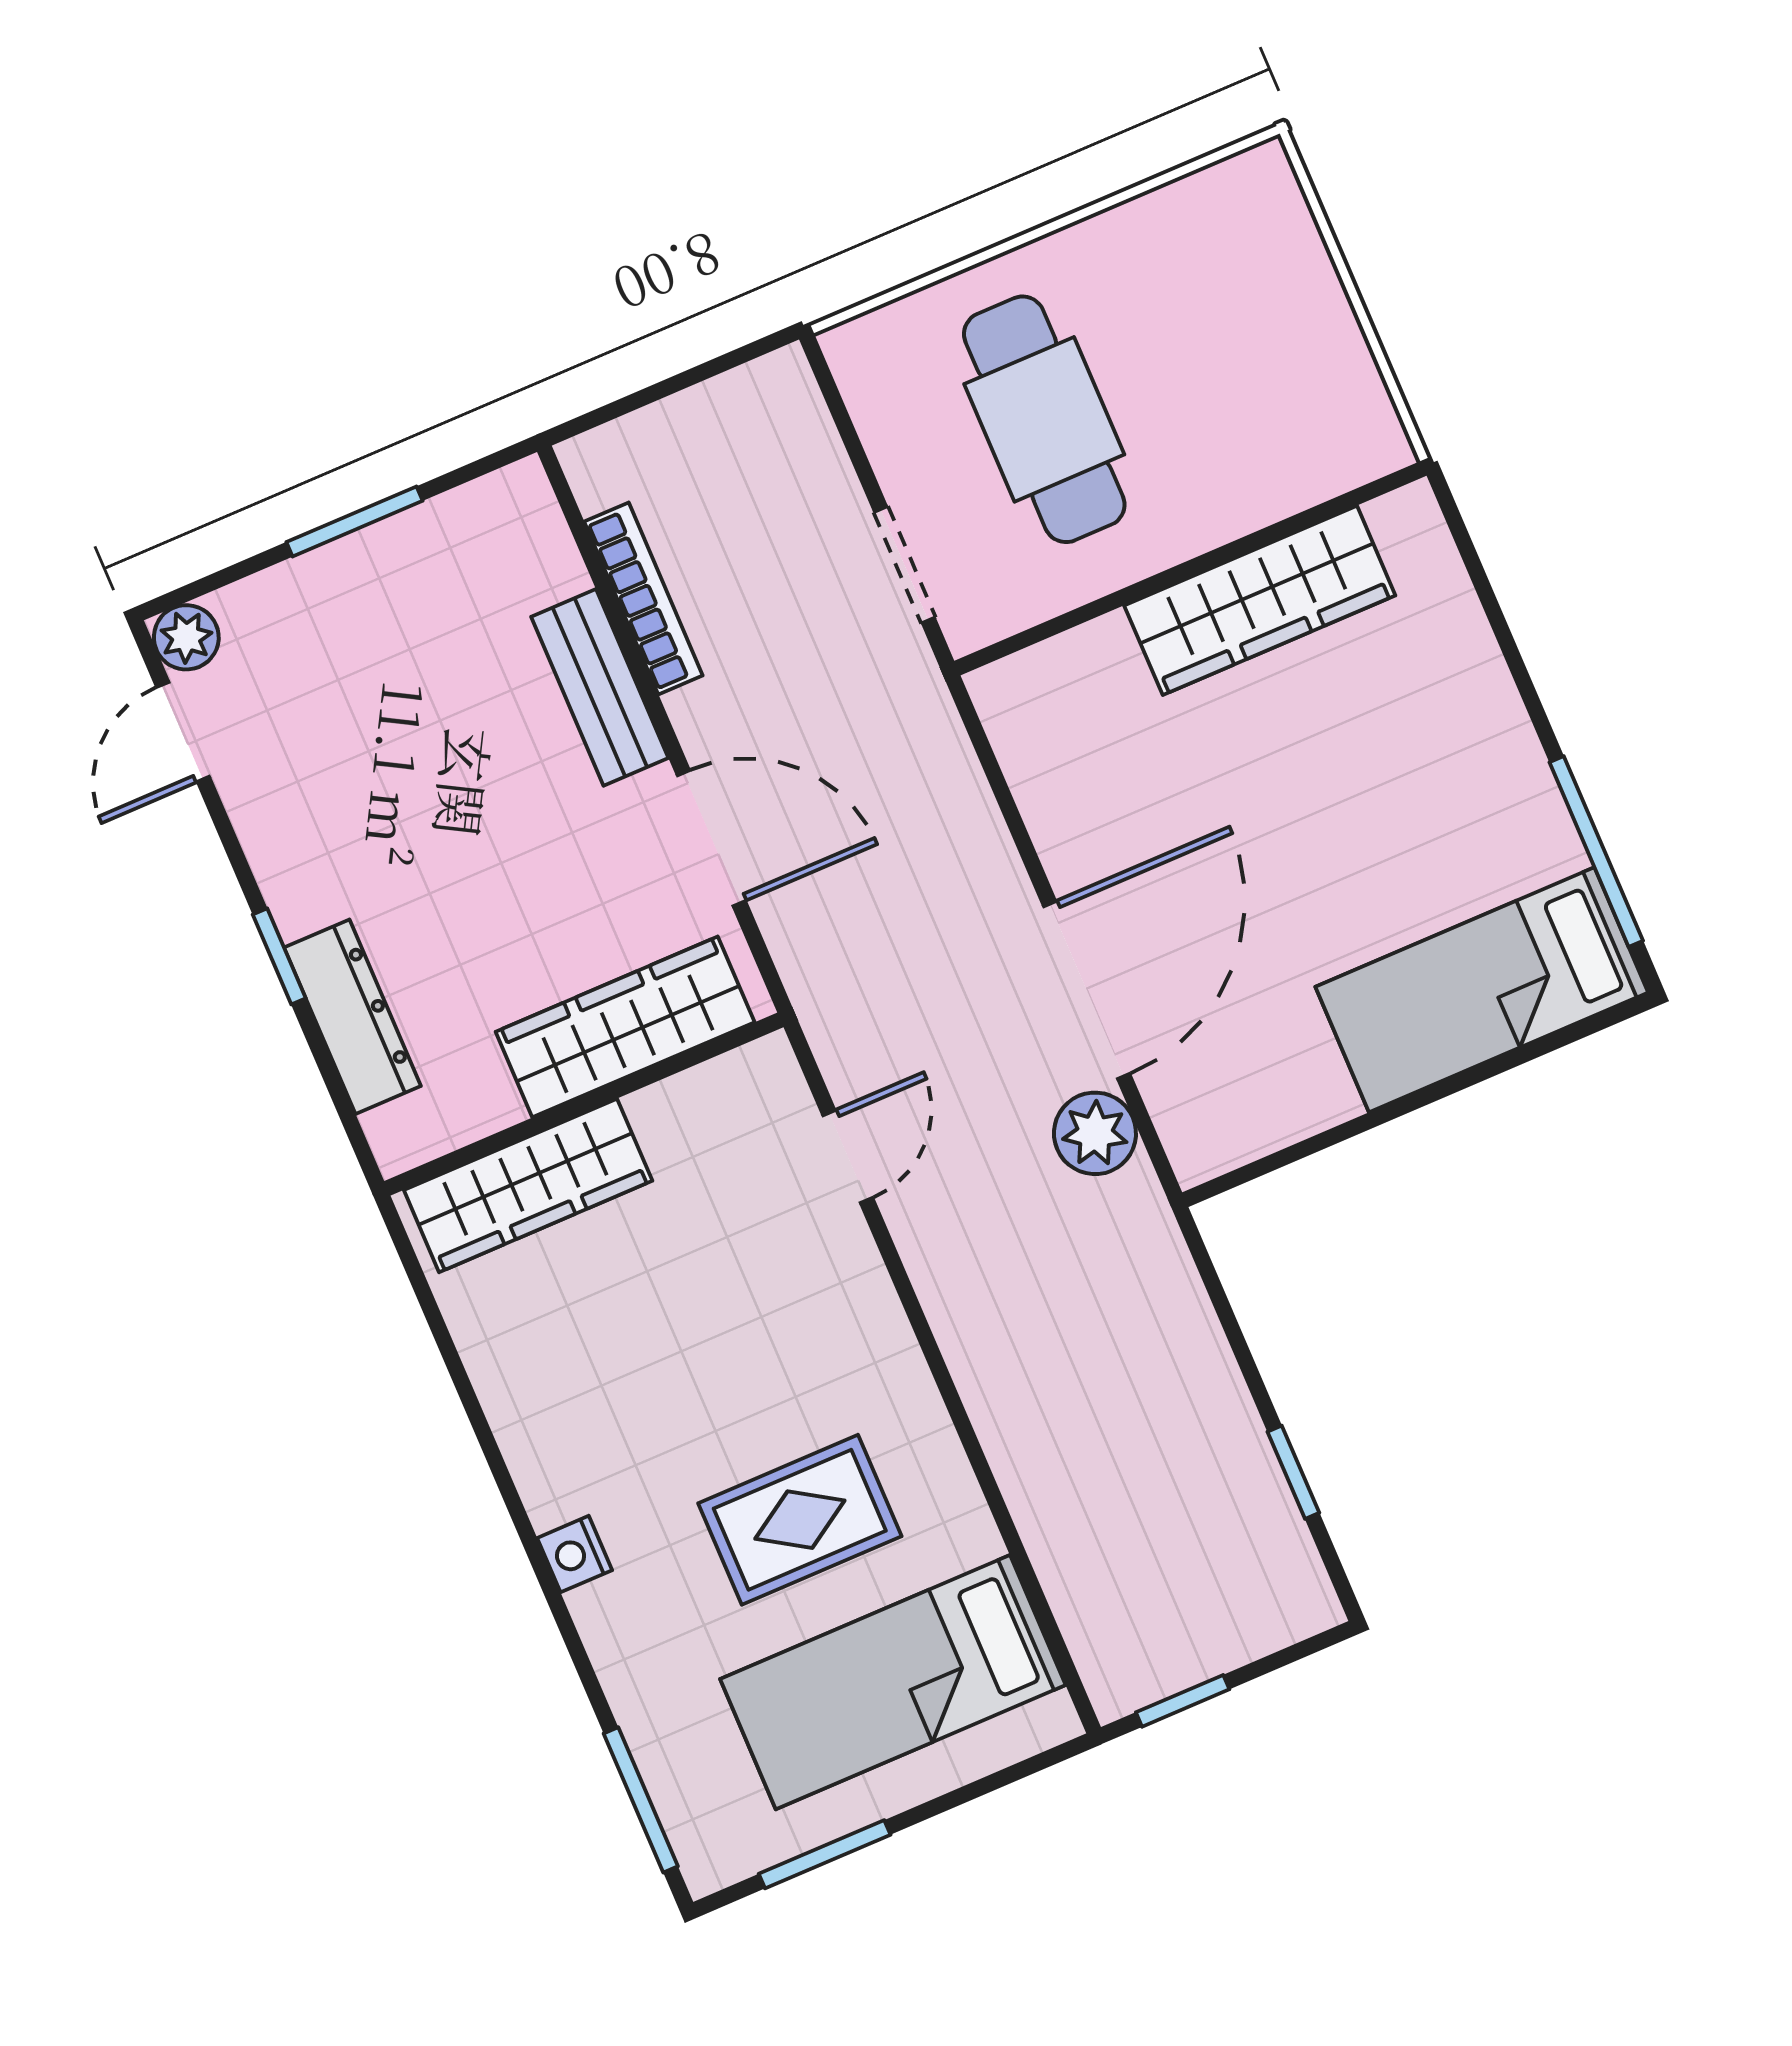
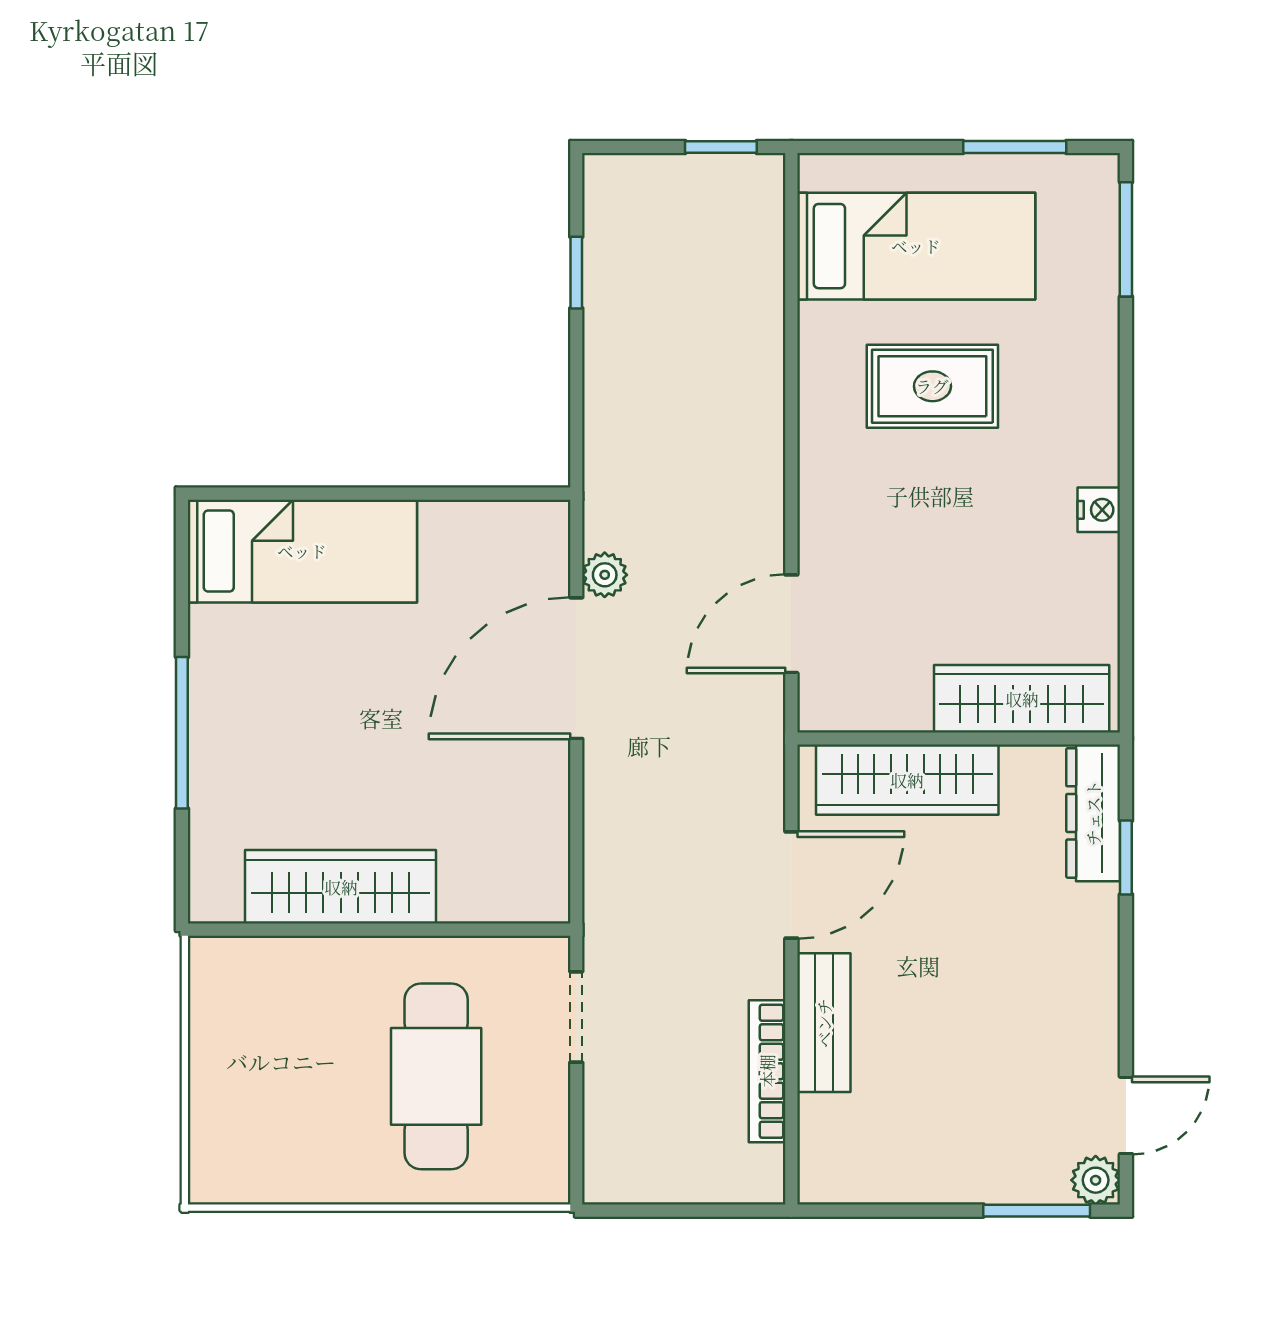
window: (355, 521) -> (1037, 1211), moved
door: (711, 838) -> (791, 885), swing flipped
window: (1596, 852) -> (182, 733), moved
window: (279, 956) -> (1126, 858), moved
dresser: (352, 1017) -> (1093, 813), moved
plant: (1095, 1133) -> (605, 575), width x0.73, depth x0.73
door: (848, 1156) -> (791, 624), width x1.38
nightstand: (575, 1554) -> (1099, 510), moved

